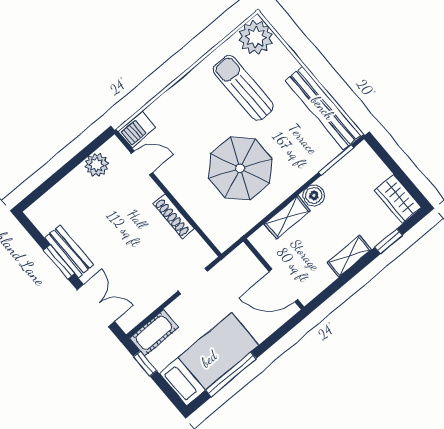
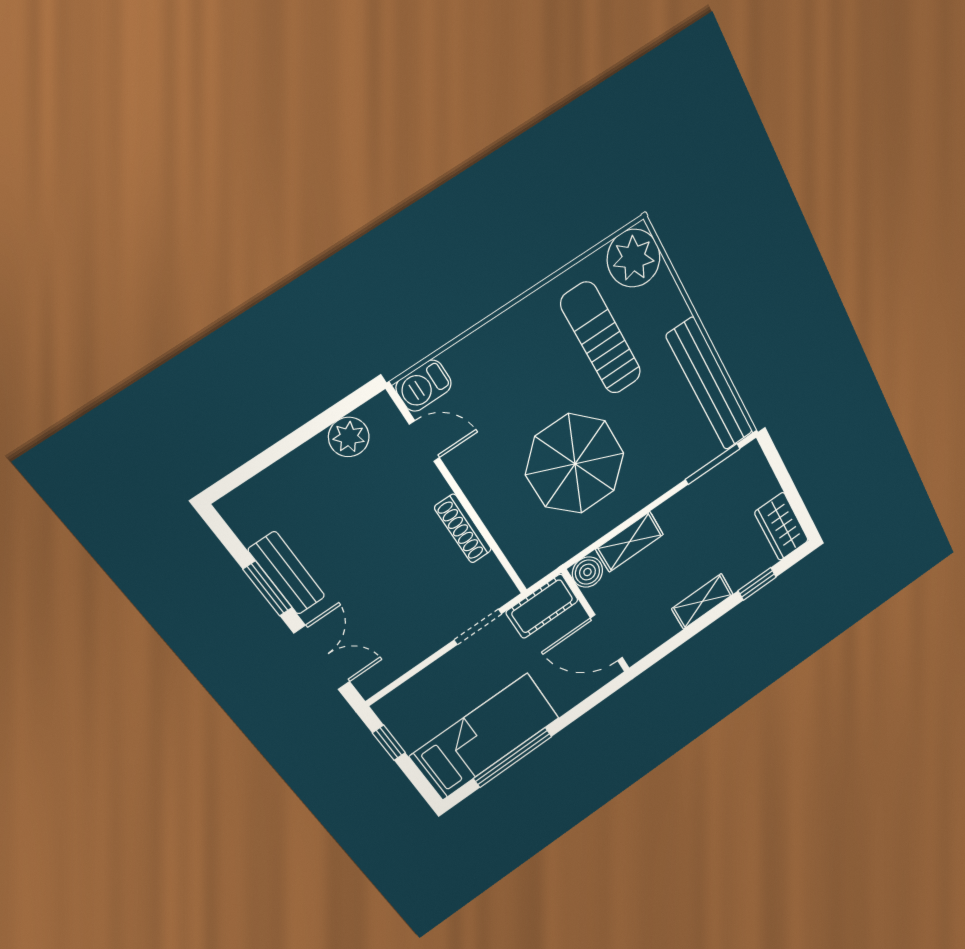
boiler: (314, 195) -> (587, 572), moved
cot: (154, 333) -> (542, 606), moved

